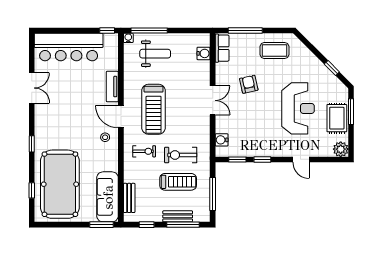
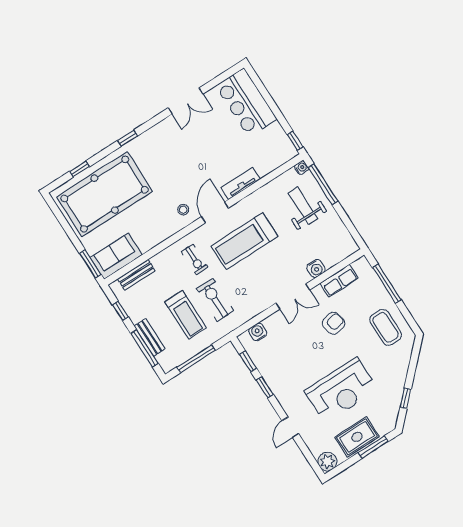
bar counter: (69, 47) -> (246, 103), width x0.73
row of seats: (222, 48) -> (339, 281), moved
water cooler: (204, 53) -> (316, 268), moved
weight bench: (155, 54) -> (303, 206), turned 180
sofa: (108, 197) -> (116, 256), width x0.73

